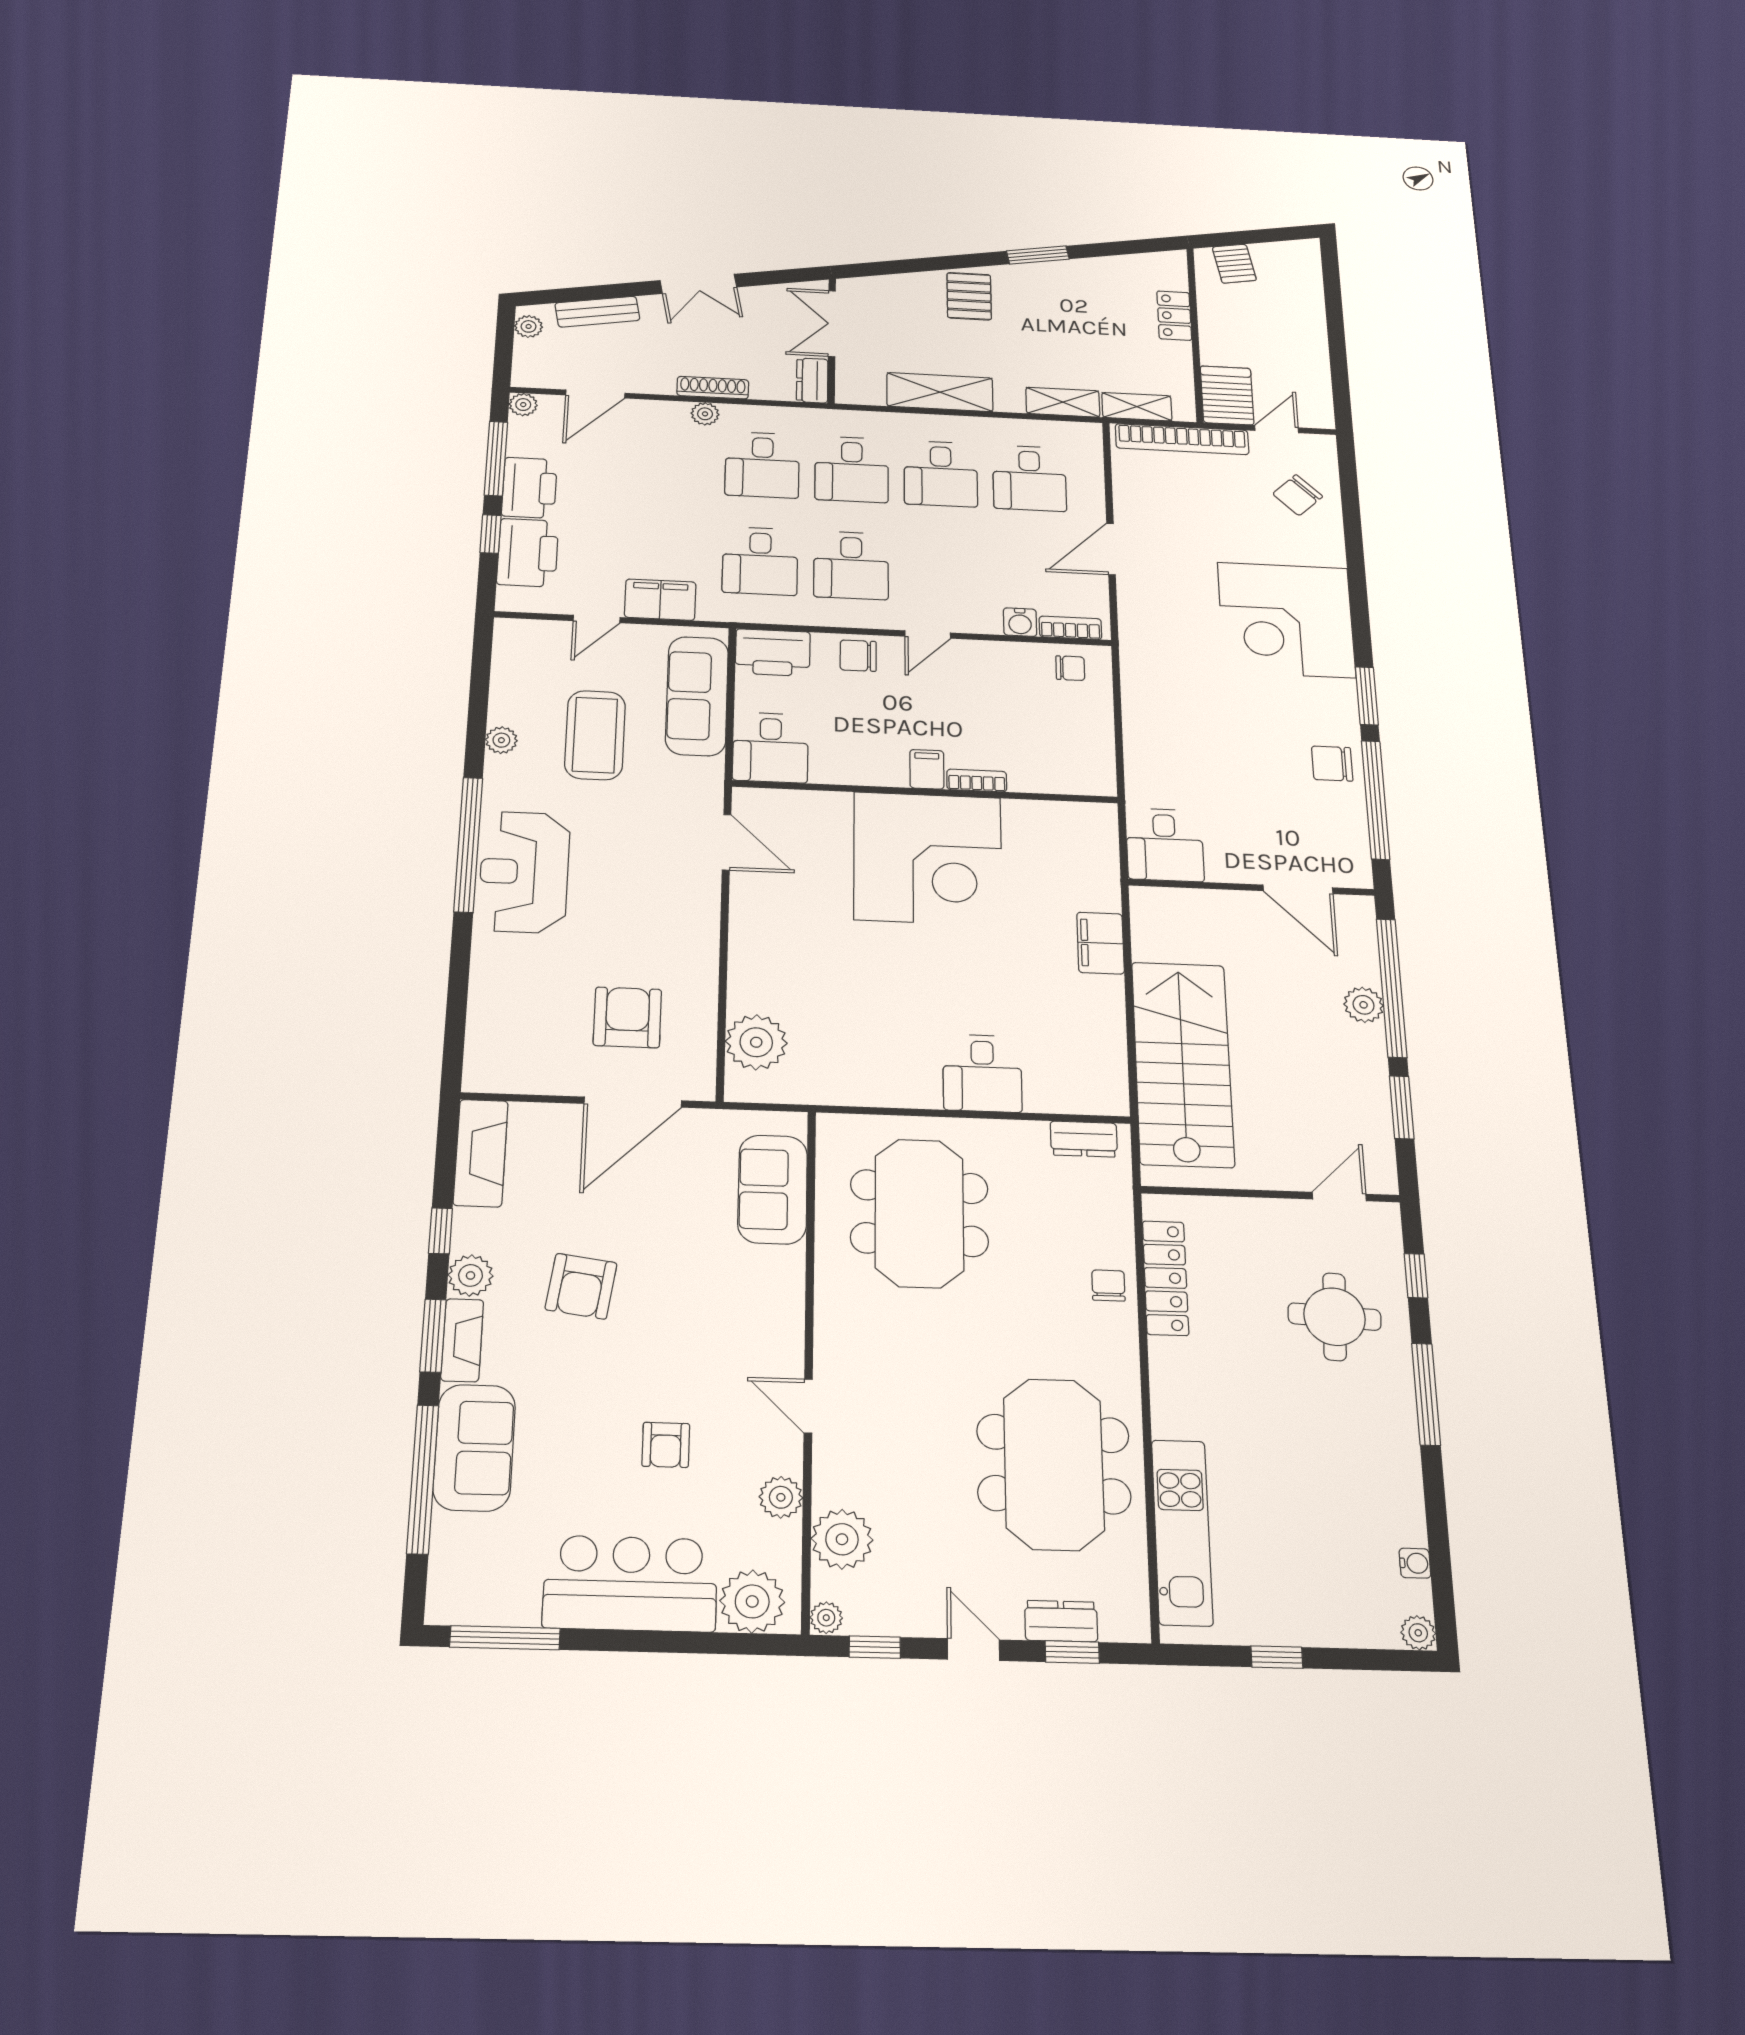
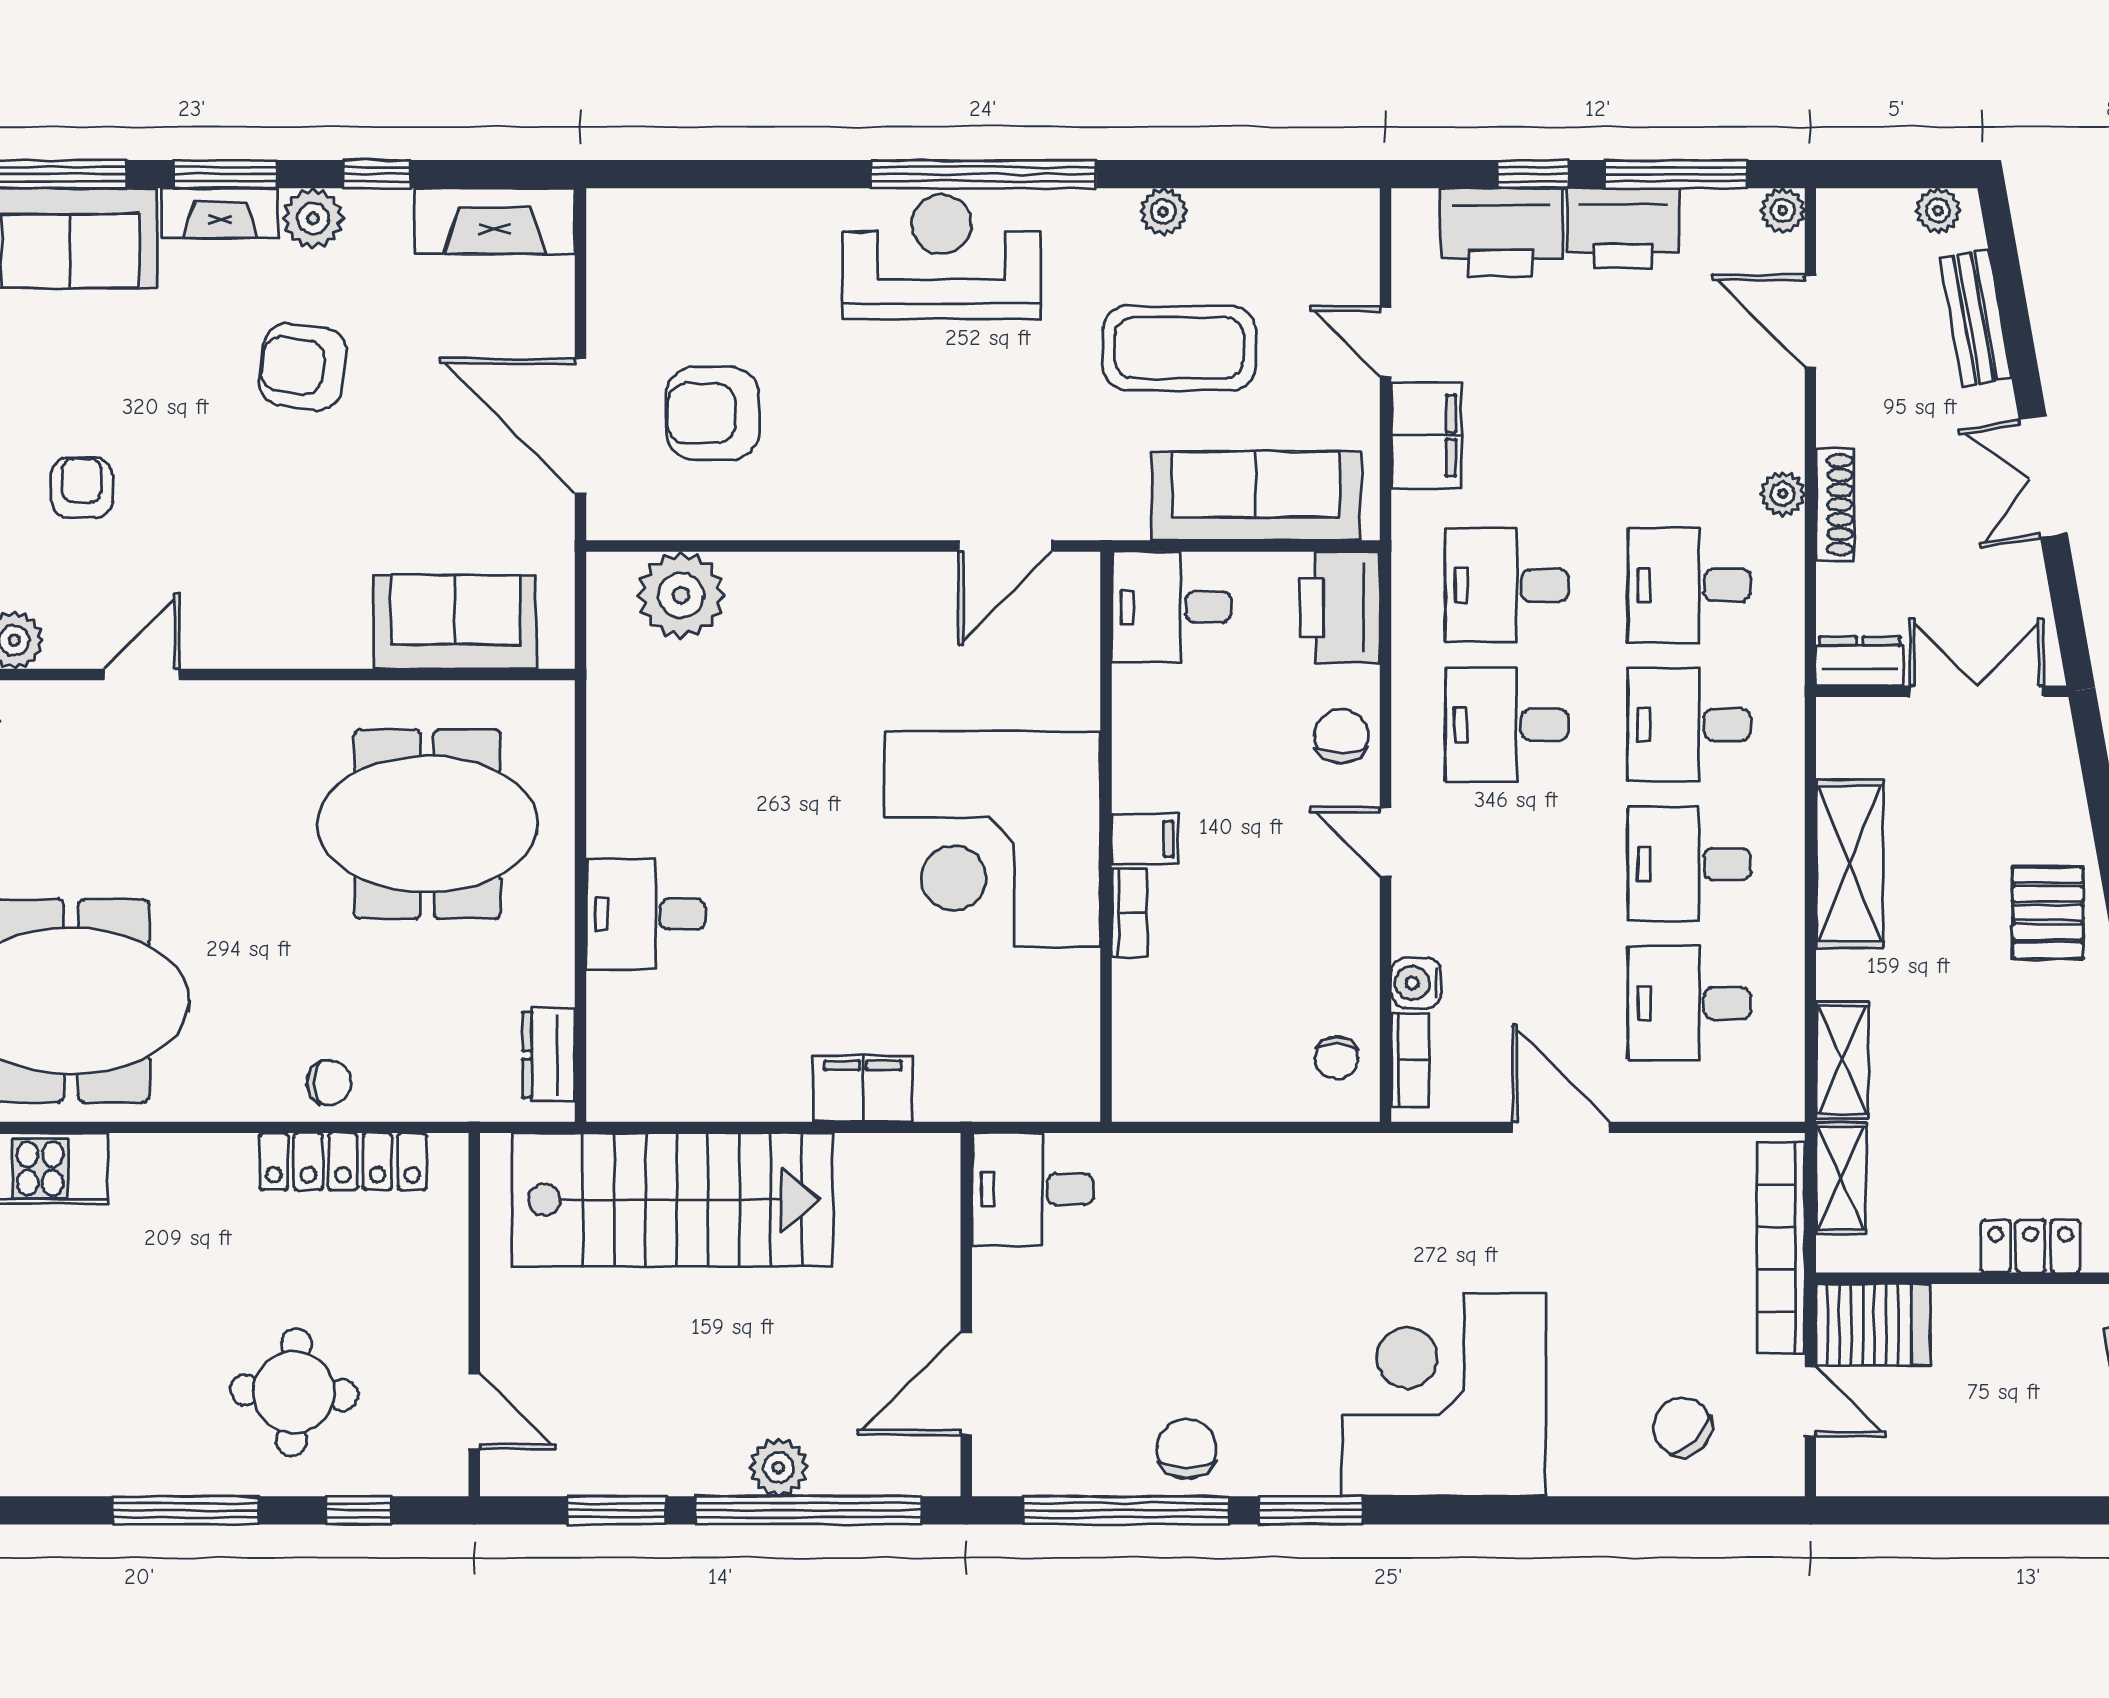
pallet: (969, 296) -> (2048, 913), turned 90
armchair: (627, 1017) -> (713, 413), turned 180
armchair: (666, 1445) -> (82, 488), turned 90

